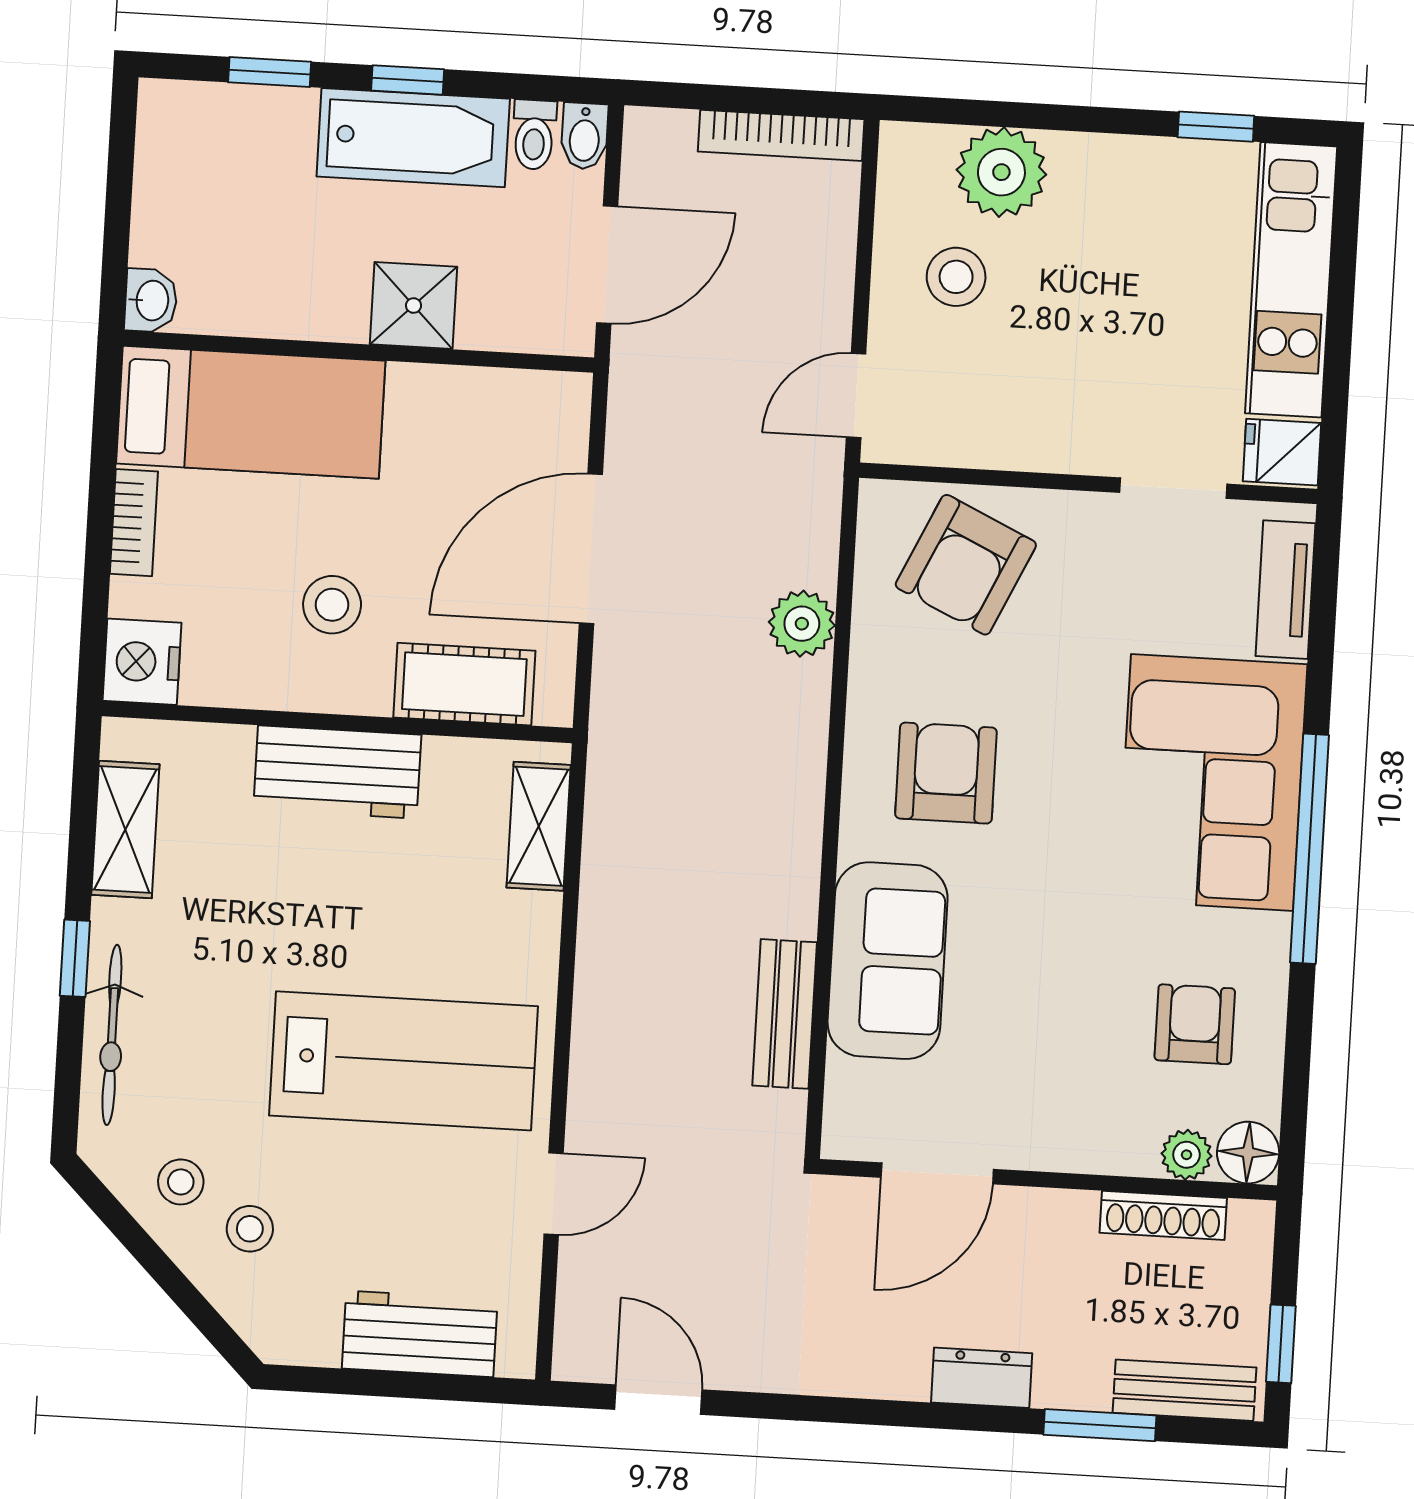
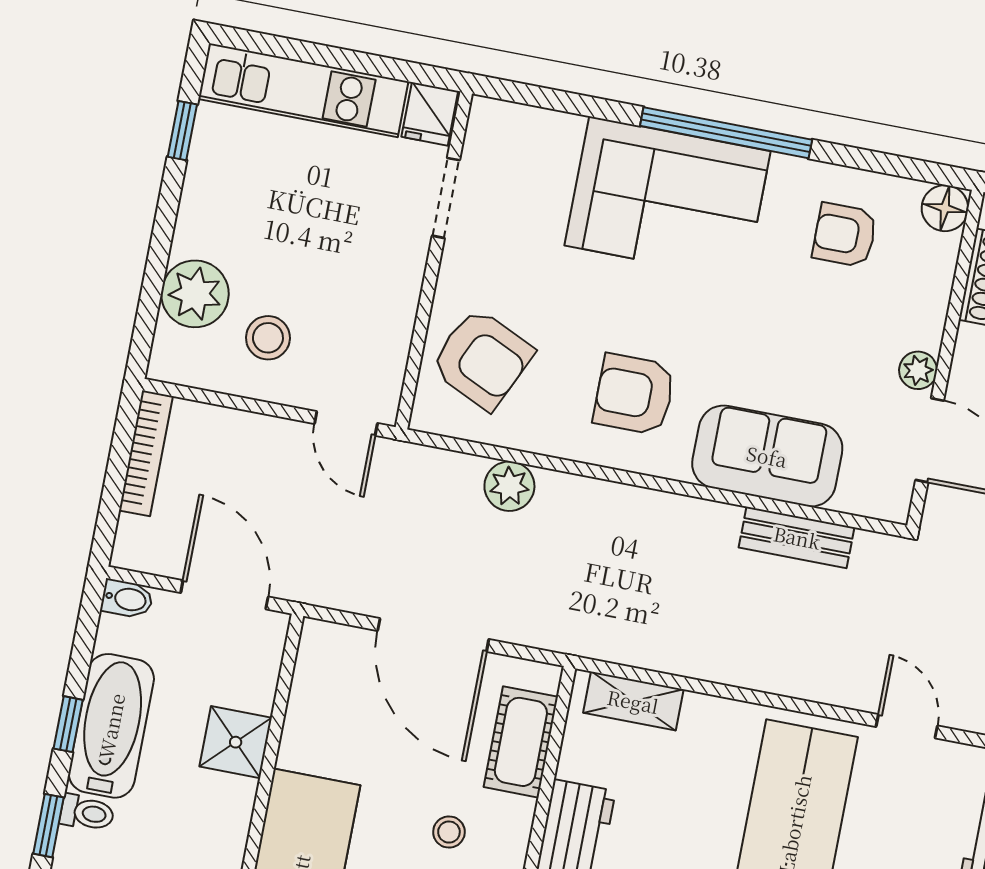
toilet: (534, 135) -> (87, 813), moved
tv unit: (1286, 590) -> (532, 125), removed
stool: (332, 605) -> (449, 832), width x0.73, depth x0.73
plant: (1186, 1155) -> (918, 370), moved

